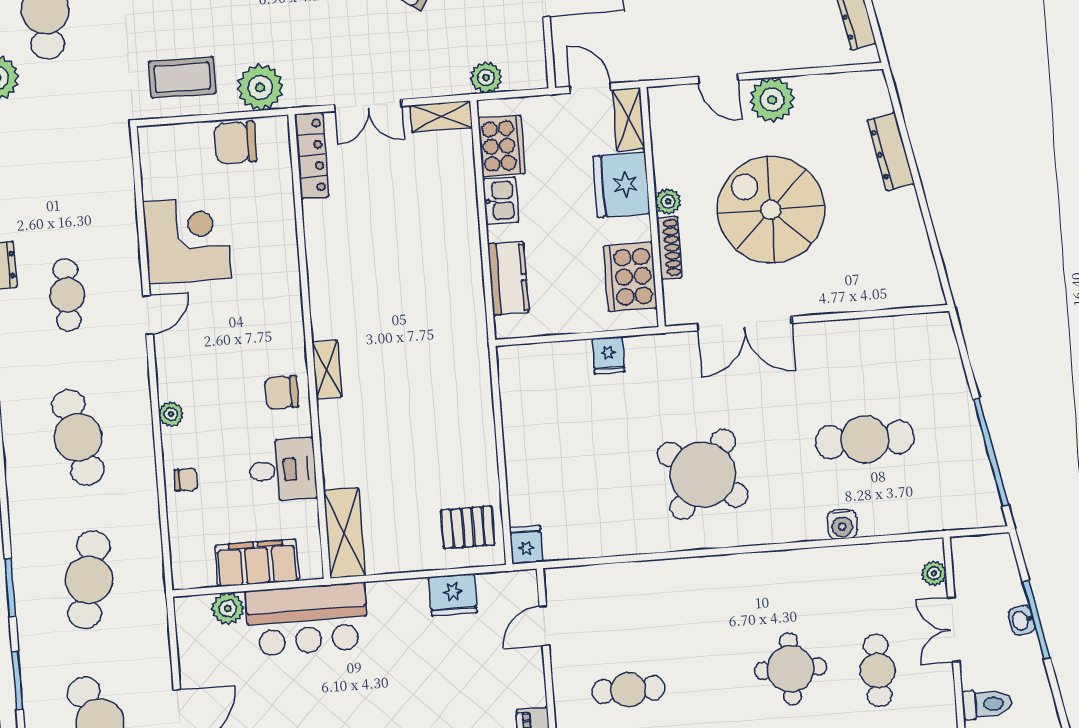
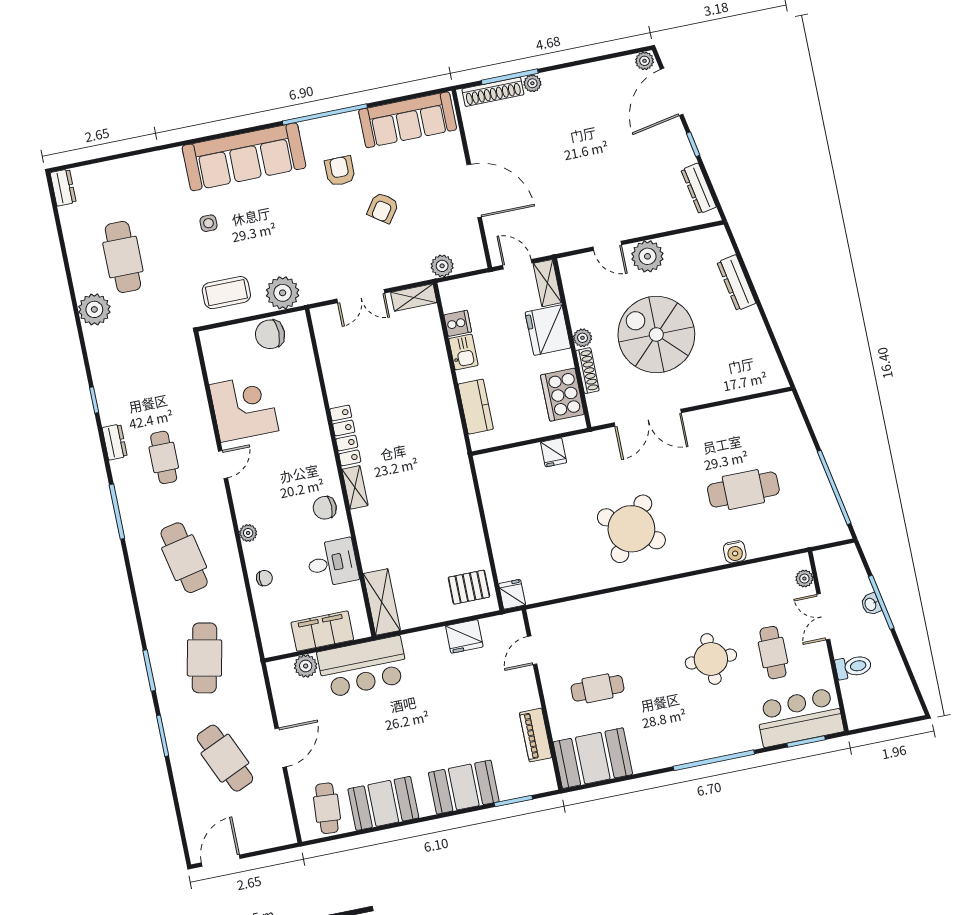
cooker: (502, 146) -> (458, 323), width x0.53, depth x0.76
locker: (312, 155) -> (345, 435), moved

